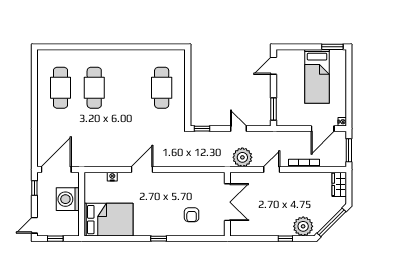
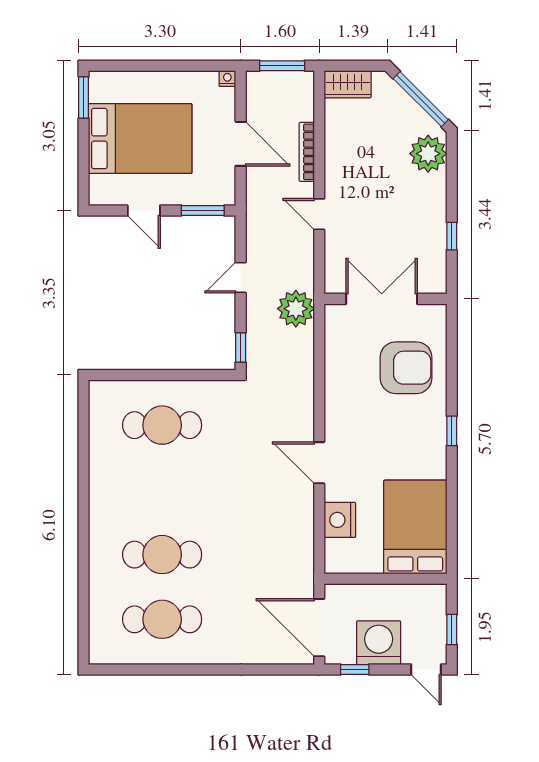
door: (273, 66) -> (144, 211), moved
bed: (317, 76) -> (140, 139), width x1.50
door: (323, 129) -> (241, 144), moved
plant: (242, 157) -> (296, 309), moved
nightstand: (112, 177) -> (340, 520), width x1.89, depth x1.79
washing machine: (68, 199) -> (379, 643), moved, turned 180
armchair: (192, 215) -> (406, 368), width x1.88, depth x1.88
window: (285, 239) -> (452, 236), moved

